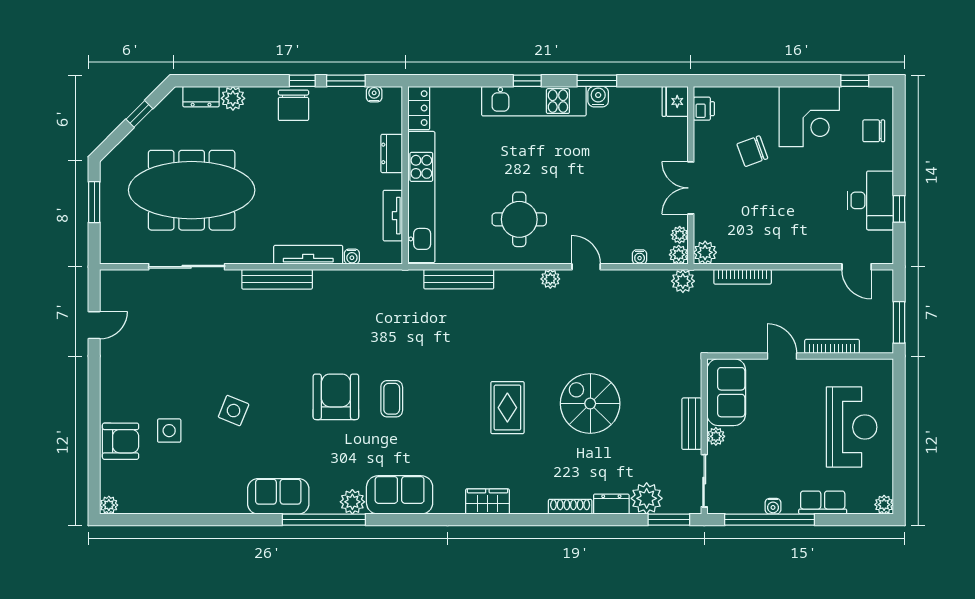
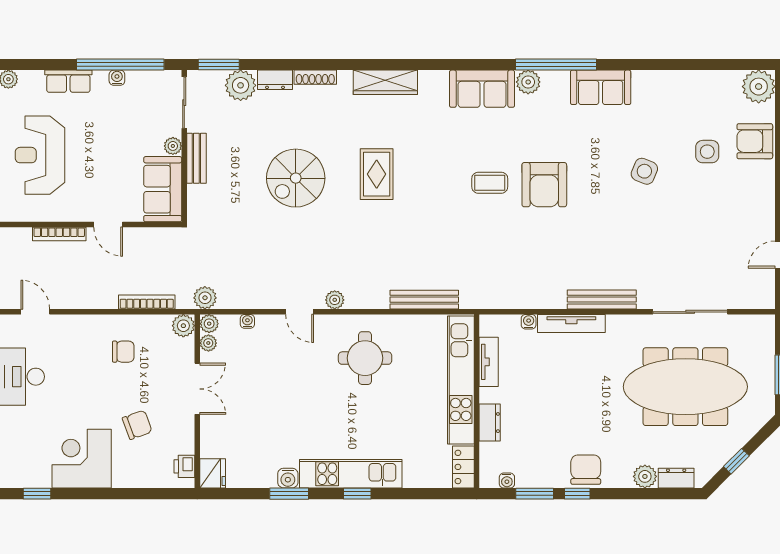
chair: (874, 131) -> (123, 352), moved
coffee table: (392, 399) -> (490, 183), turned 90
spiral stairs: (590, 404) -> (296, 178), turned 90
wardrobe: (487, 501) -> (385, 82), width x1.50
plant: (109, 505) -> (759, 87), width x1.88, depth x1.88

